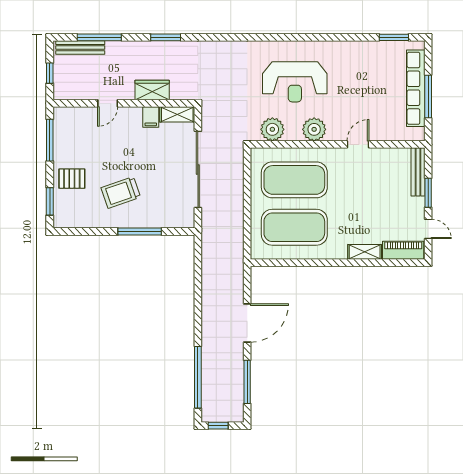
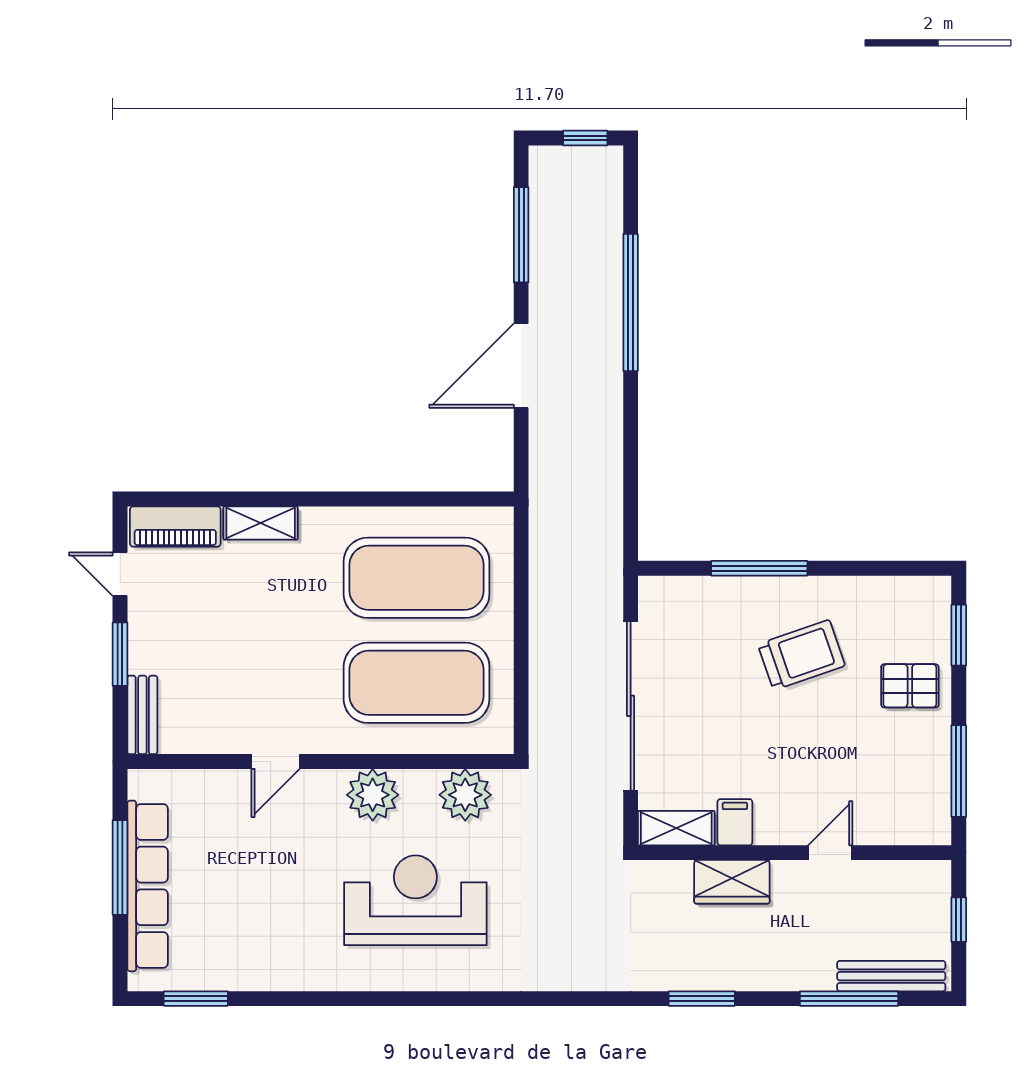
bench: (418, 172) -> (142, 715), width x0.73
window: (198, 377) -> (631, 303), moved

